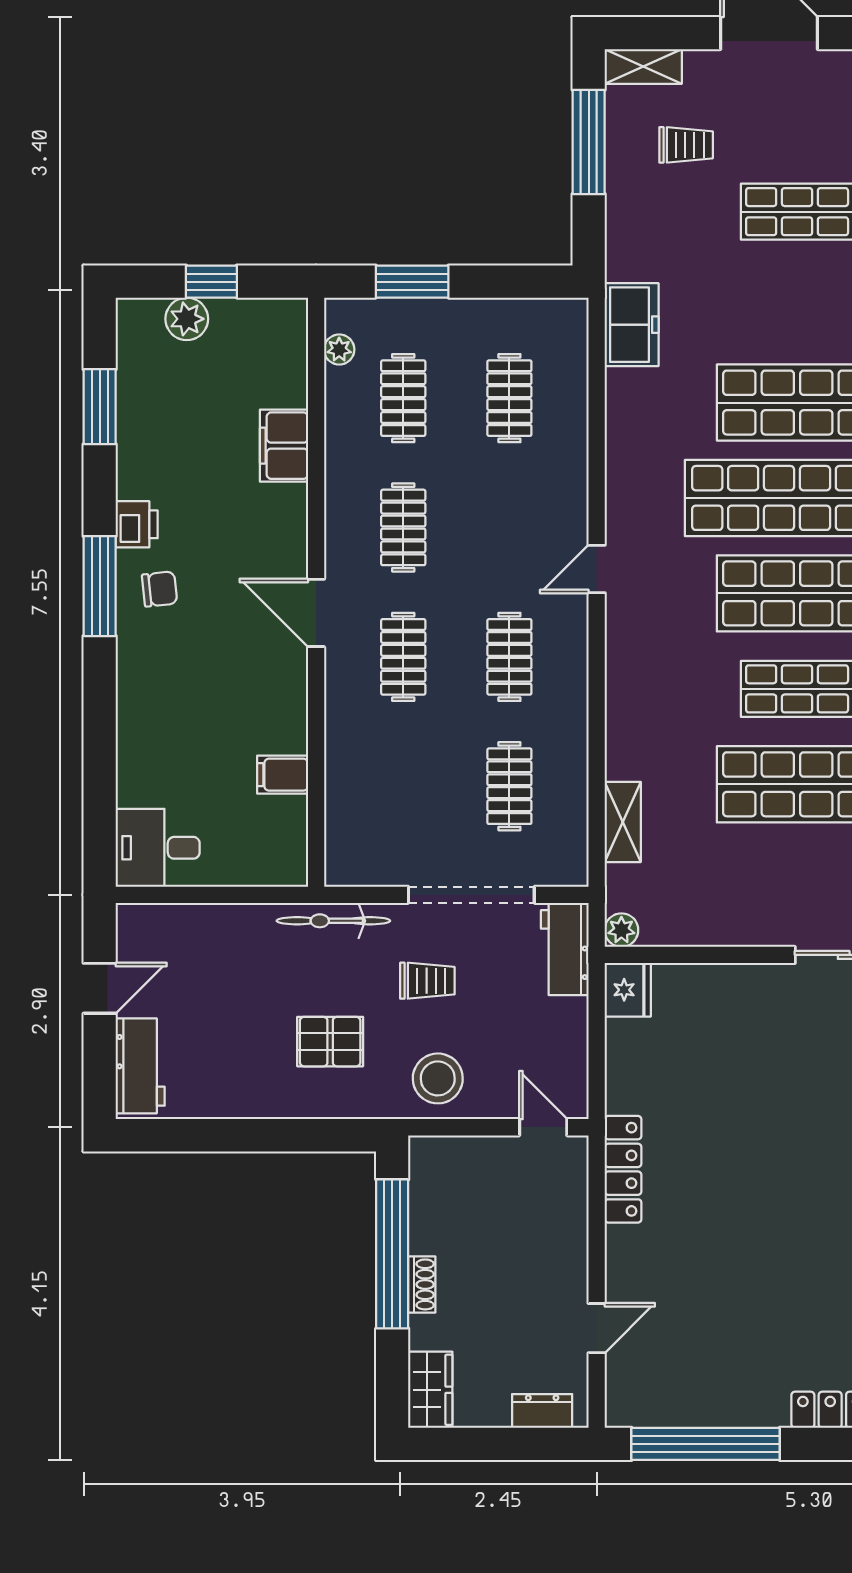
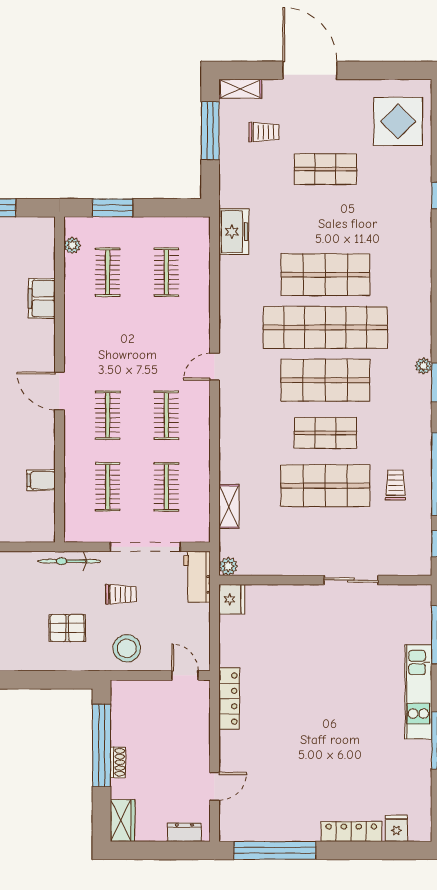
clothes rail: (403, 527) -> (108, 487), moved

